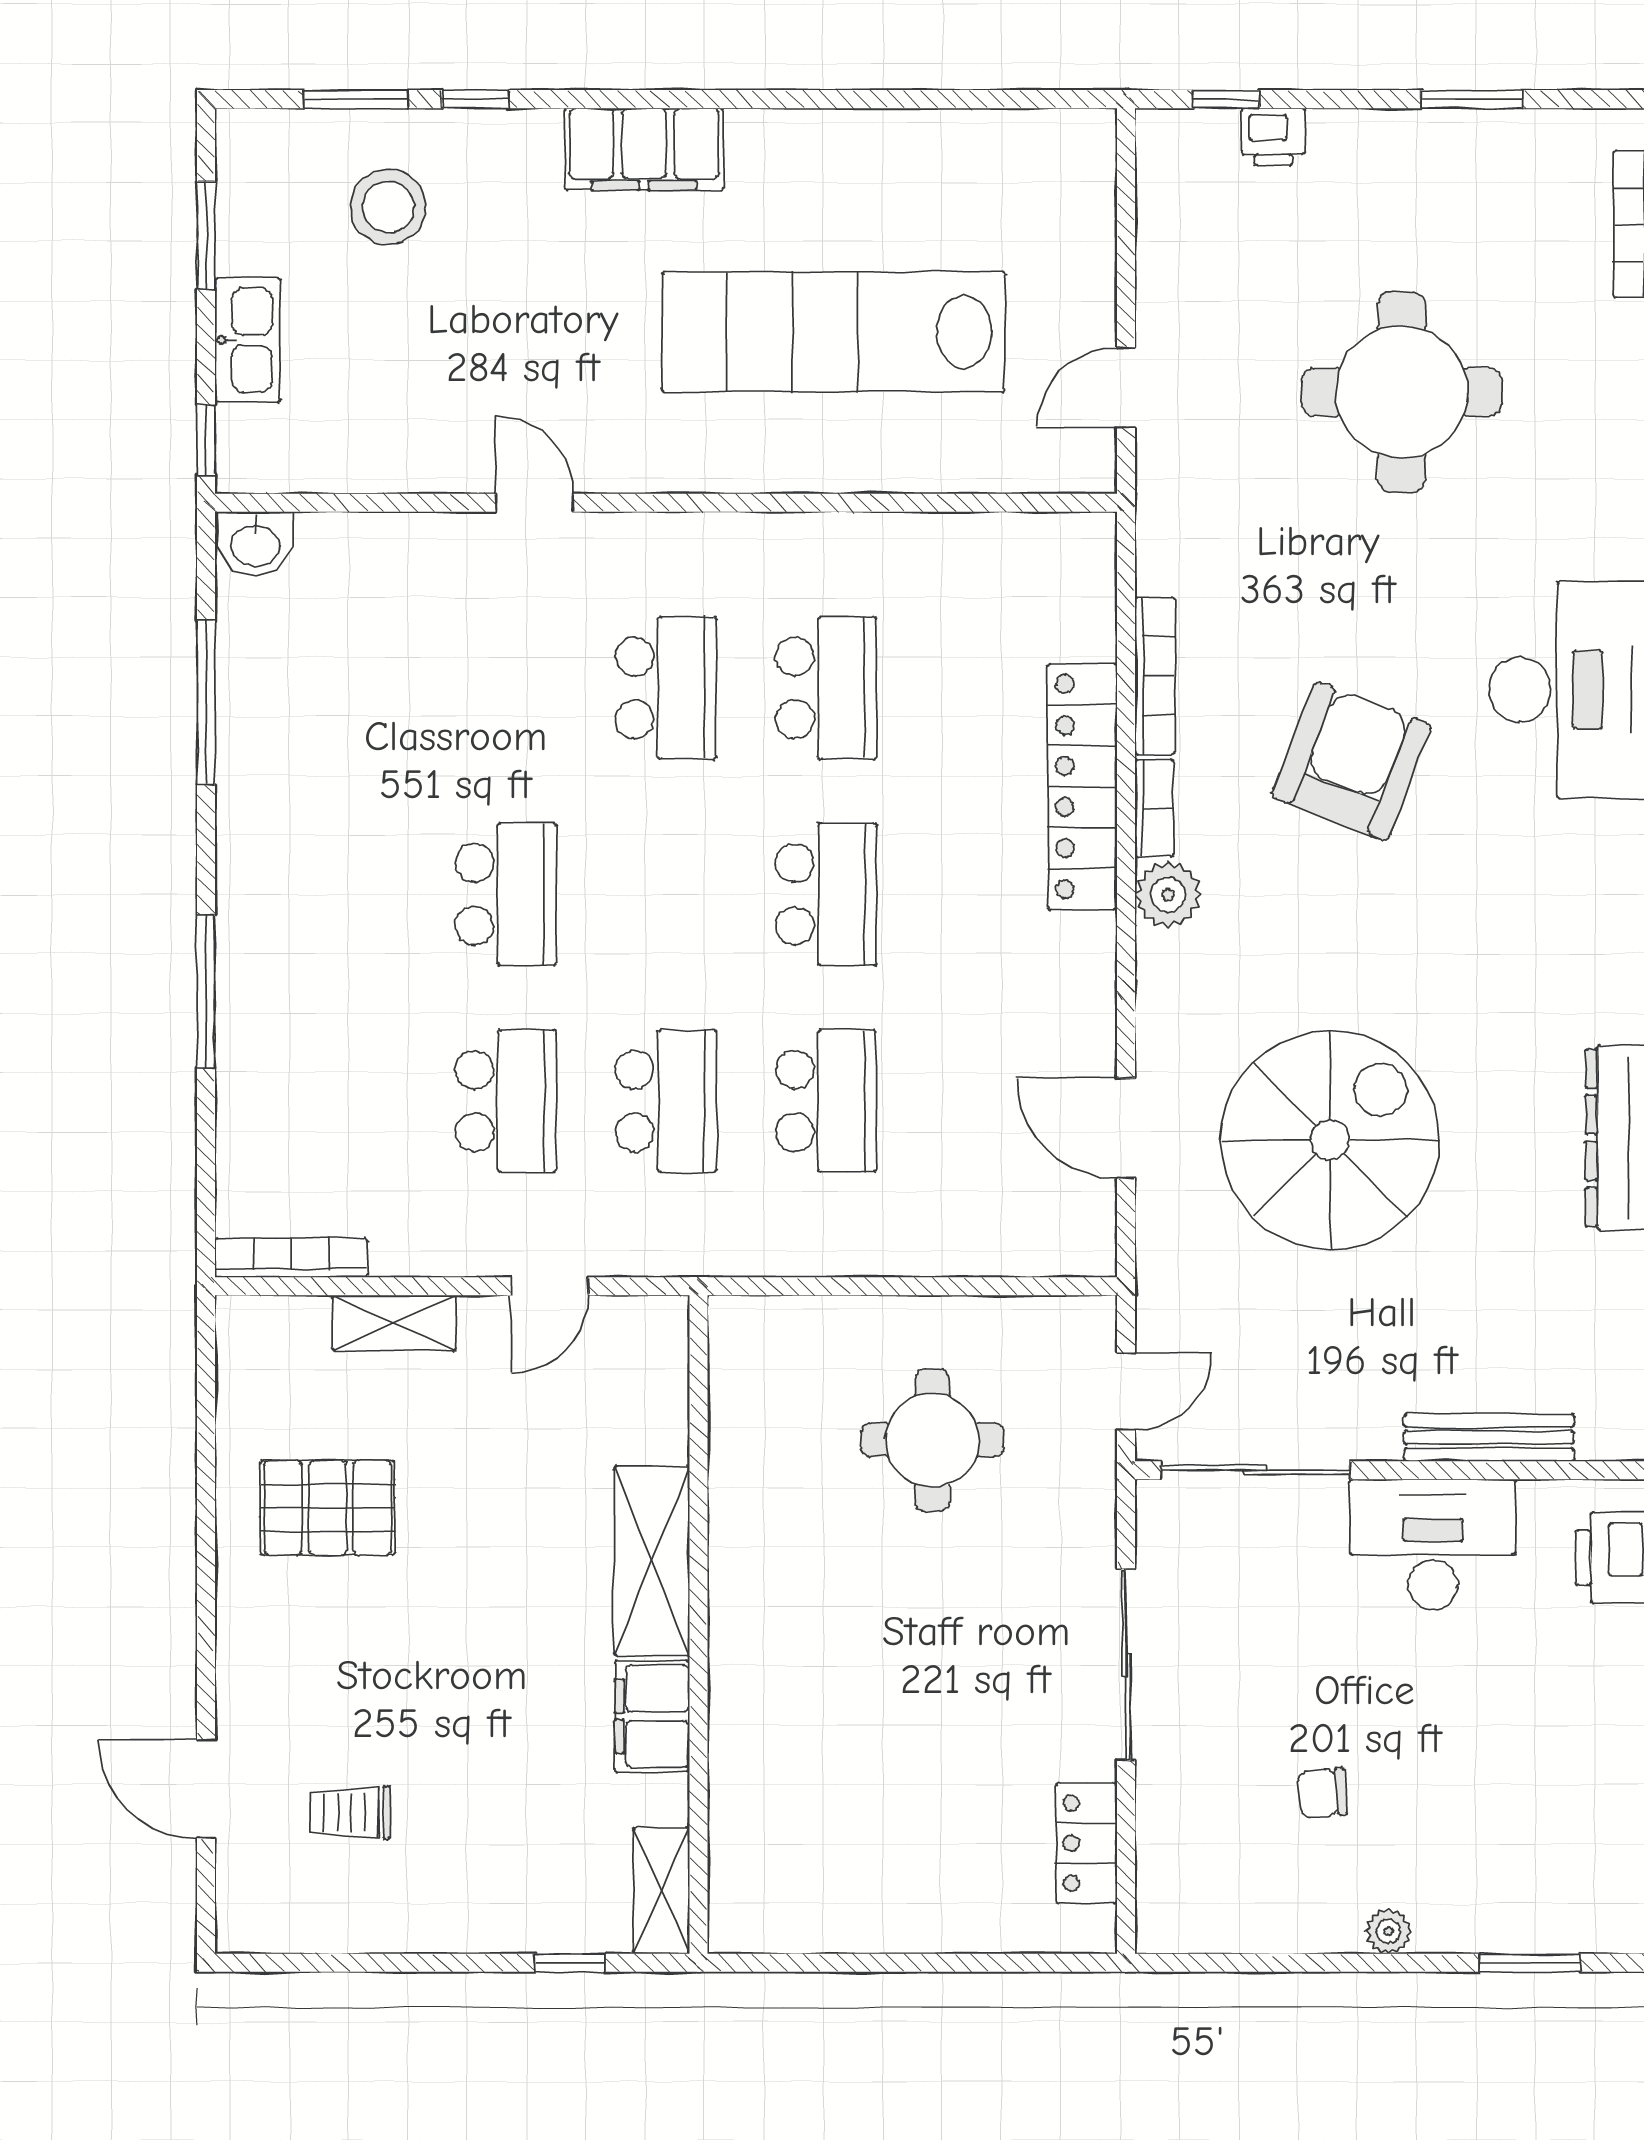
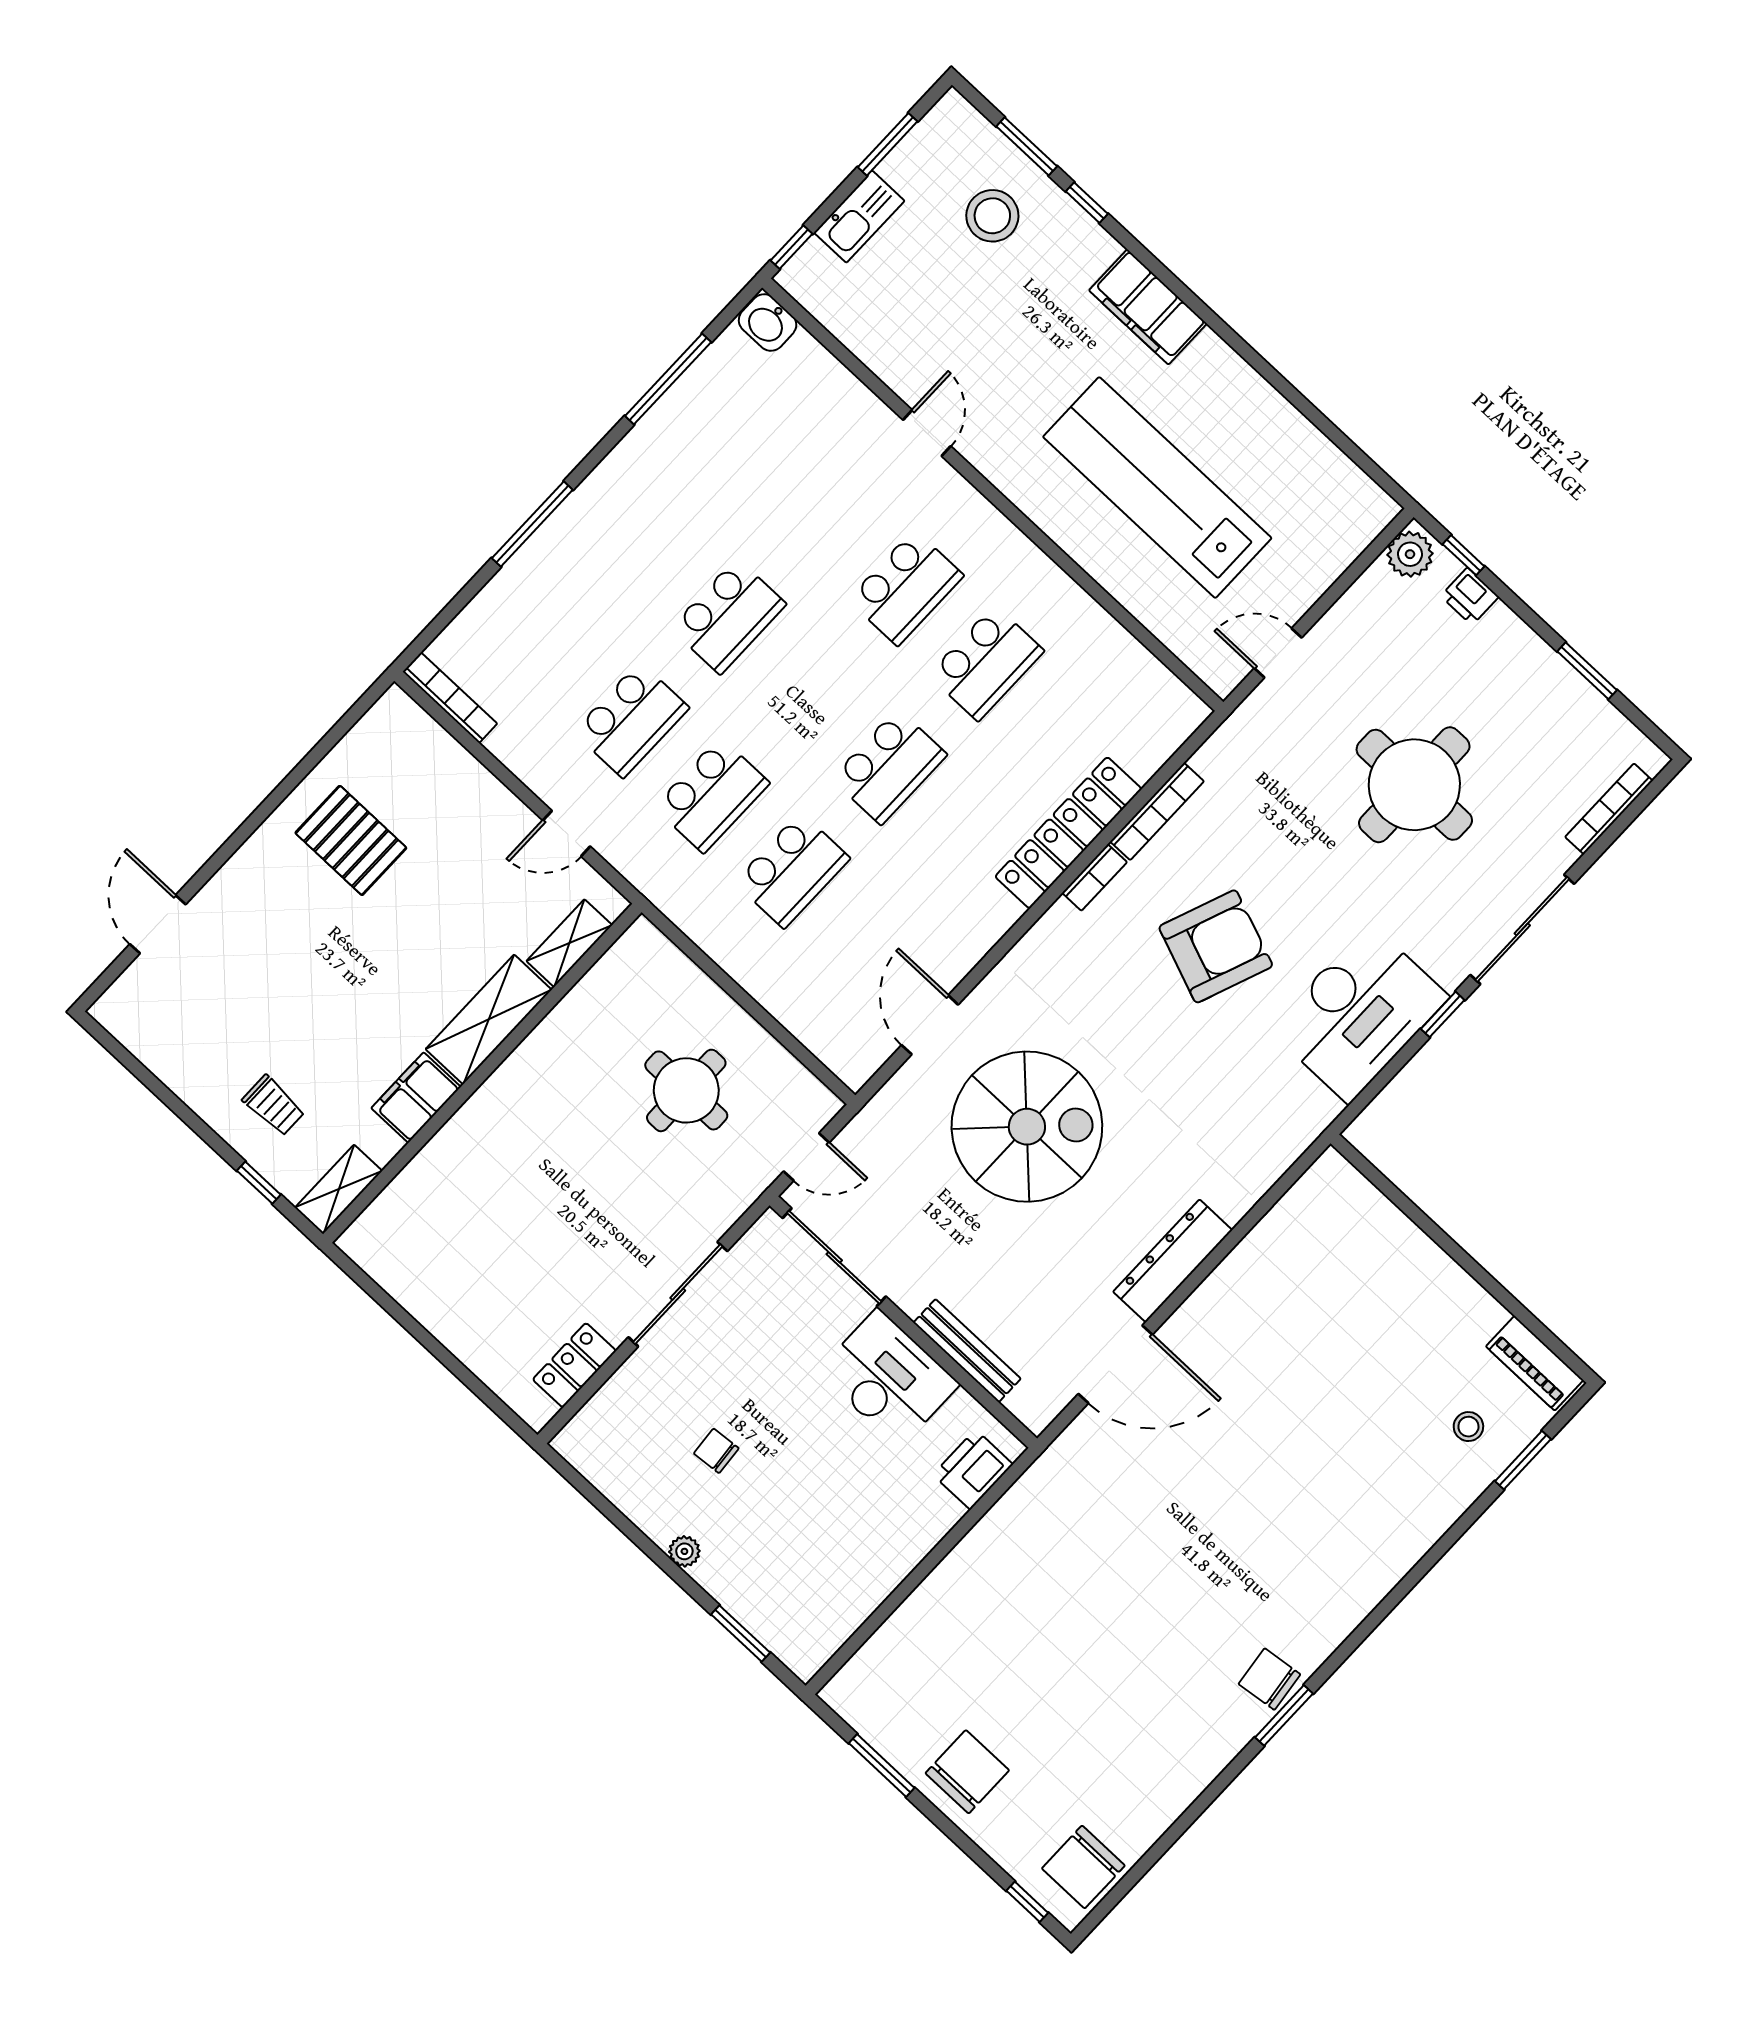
plant: (1168, 895) -> (1410, 554), moved
shelving: (394, 1323) -> (569, 943), moved, turned 90
trolley: (350, 1813) -> (274, 1105), moved, turned 180

